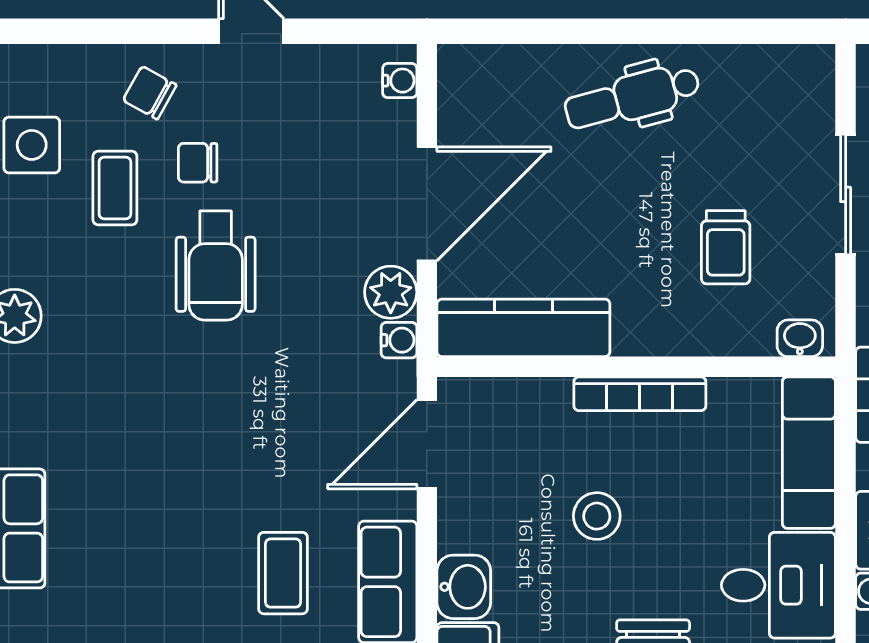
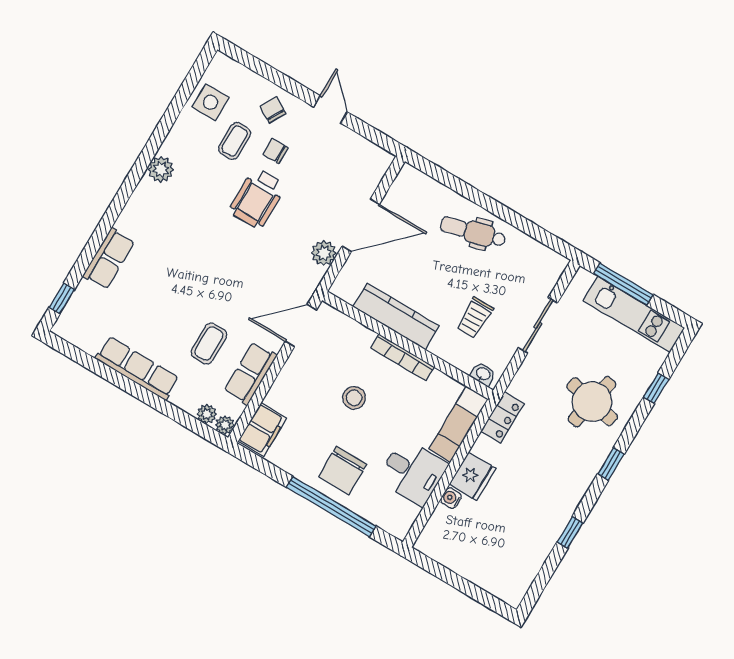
water cooler: (400, 81) -> (380, 167), removed
kitchen counter: (523, 328) -> (396, 316), moved
water cooler: (399, 340) -> (315, 275), removed
washbasin: (464, 587) -> (281, 394), removed

